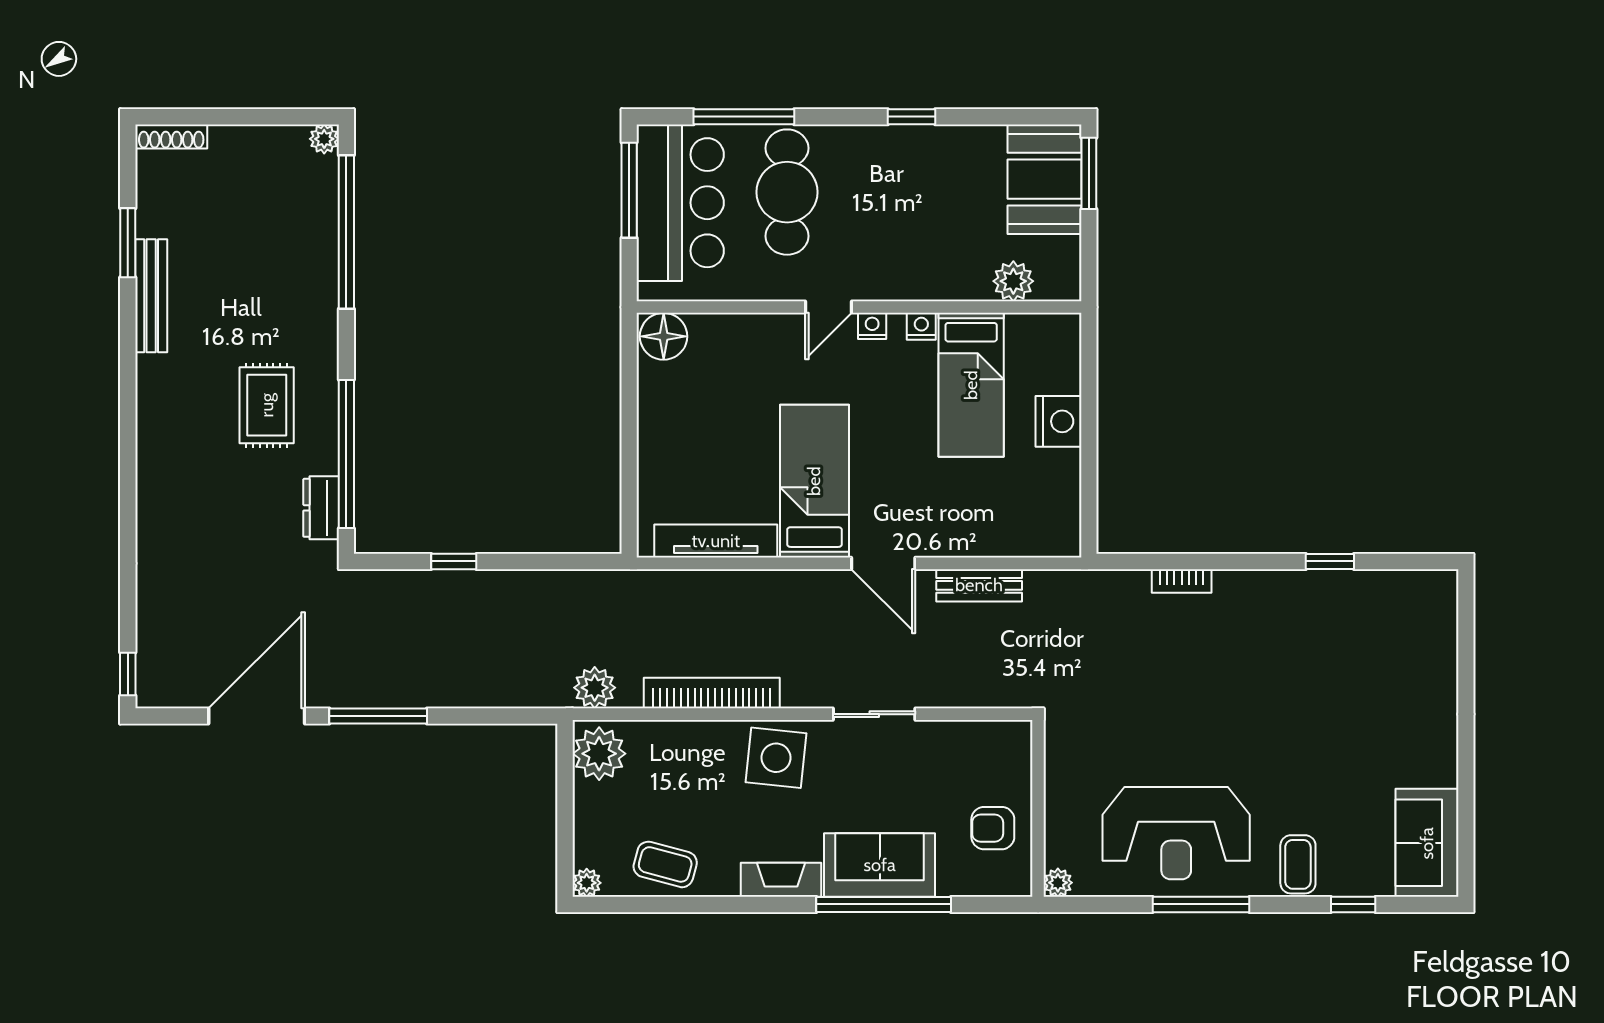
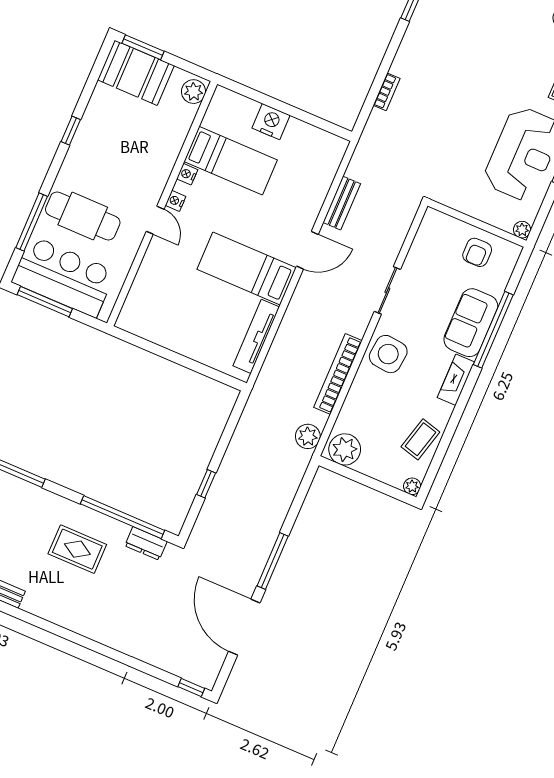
plant: (1013, 281) -> (194, 92), moved
floor lamp: (664, 336) -> (132, 317), removed

